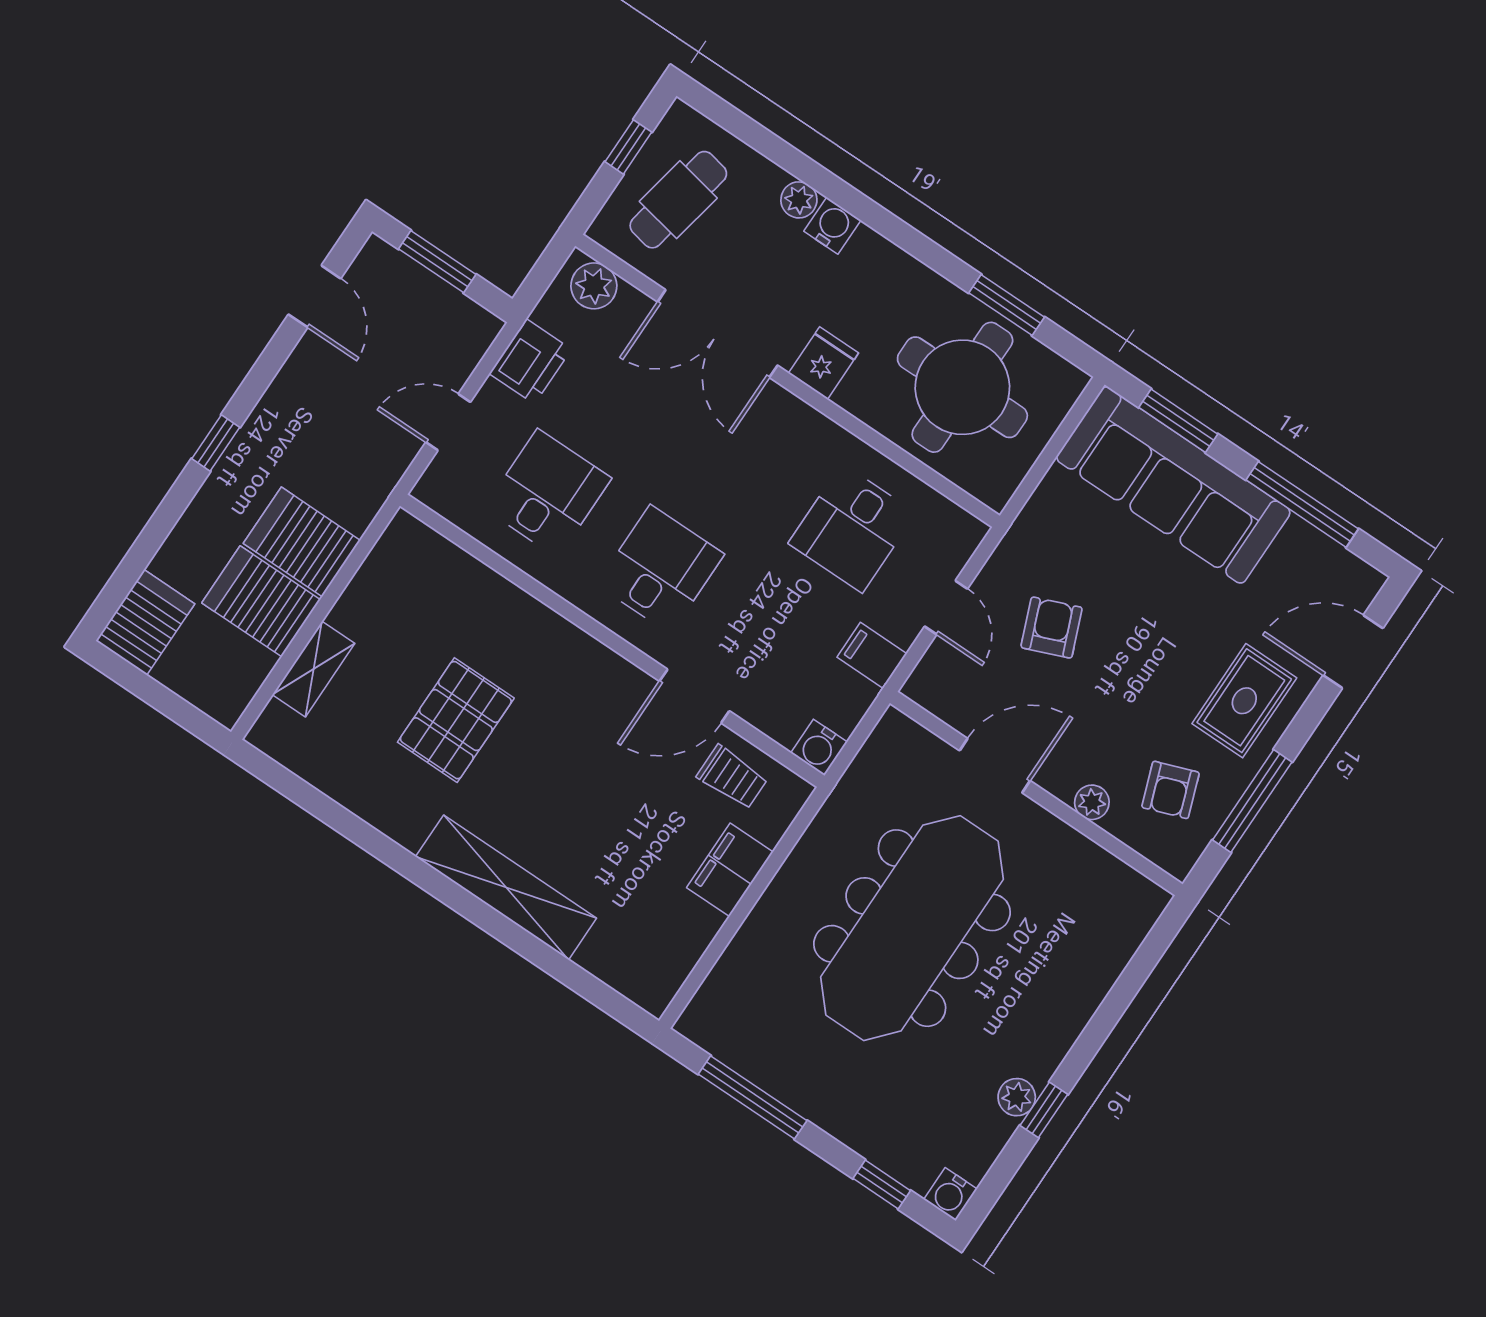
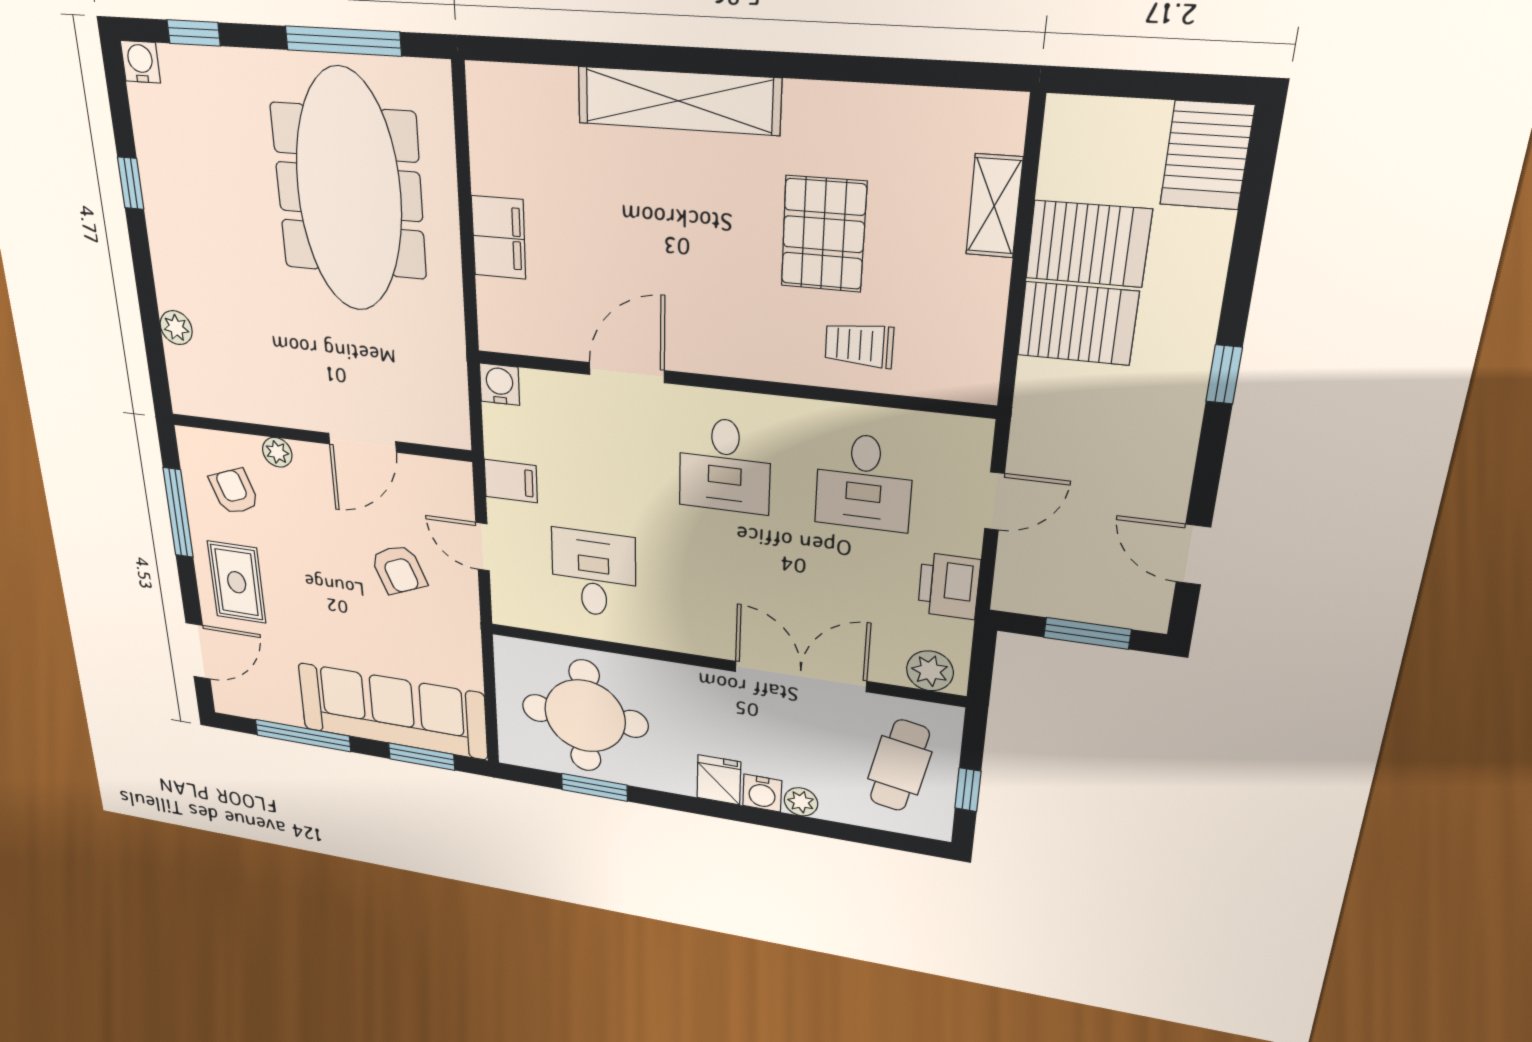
fridge: (823, 363) -> (719, 780), moved, turned 180
trolley: (732, 777) -> (859, 345), moved
meeting table: (912, 928) -> (349, 192), moved
plant: (1017, 1097) -> (176, 328), moved

